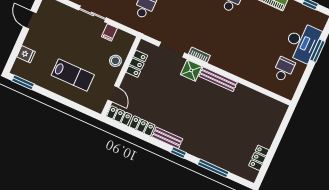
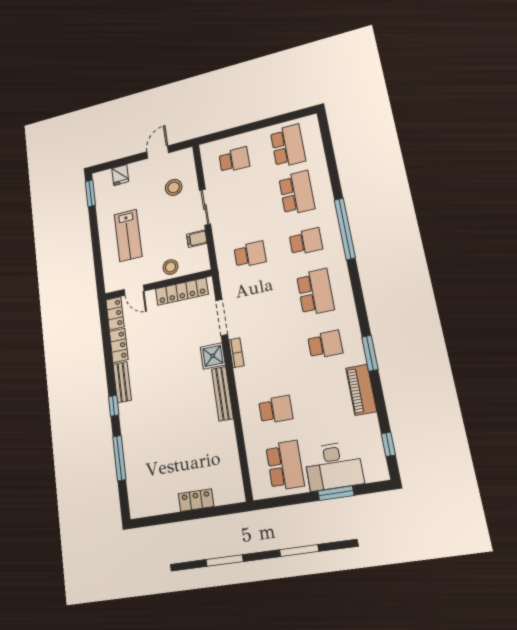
stool: (63, 25) -> (174, 187), added
school desk: (249, 54) -> (276, 410), added
locker: (137, 64) -> (182, 291), width x1.53
school desk: (284, 69) -> (285, 465), width x1.85
door: (113, 94) -> (134, 290), hinge flipped
locker: (259, 158) -> (196, 500), moved

